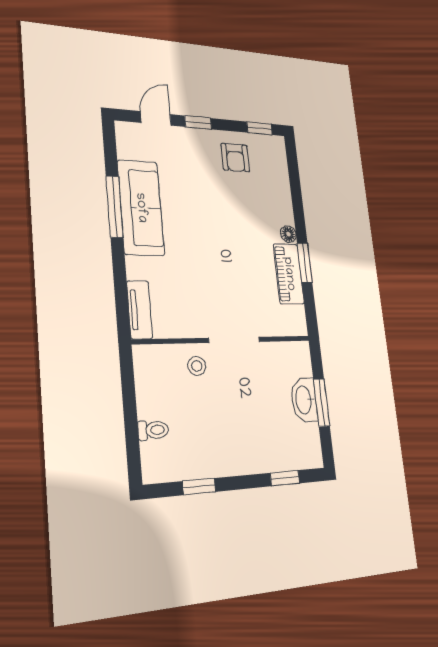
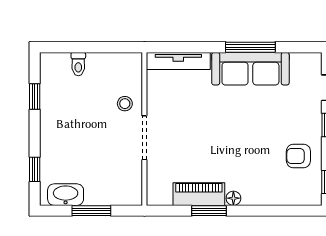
tv unit: (140, 310) -> (178, 61), width x1.41
washbasin: (304, 400) -> (66, 195), moved

